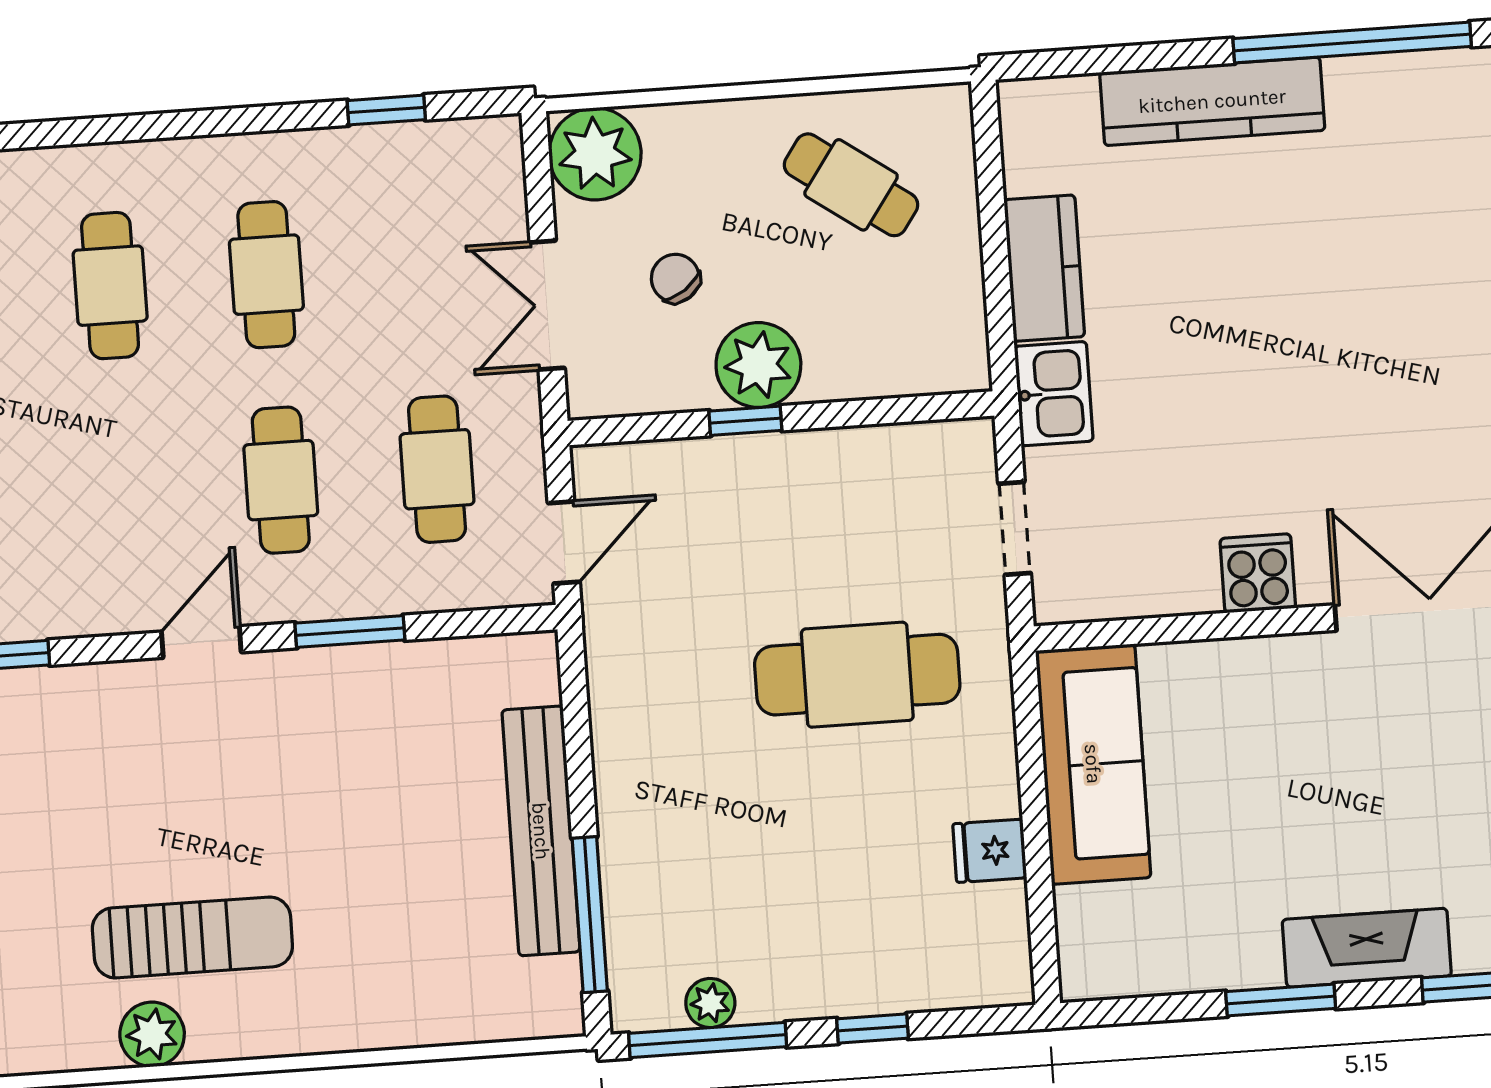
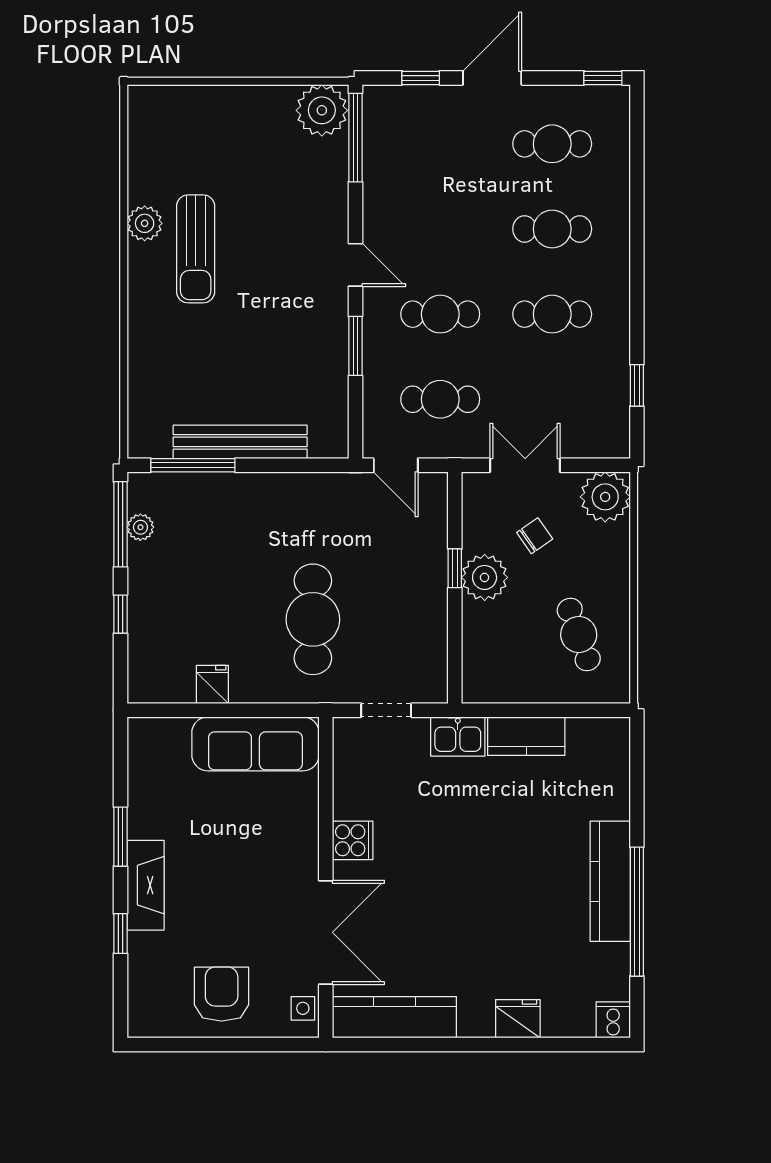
kitchen counter: (1212, 101) -> (610, 881), moved
cafe table: (851, 185) -> (579, 634), turned -55

